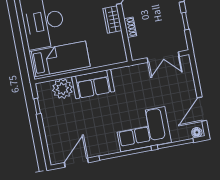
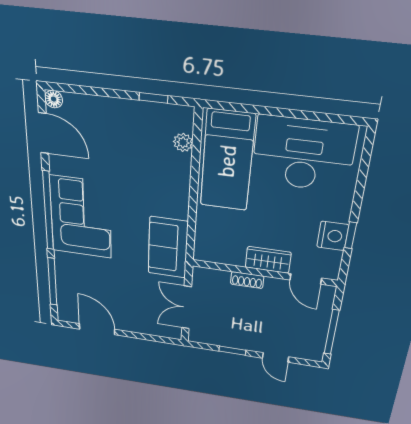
sofa: (93, 84) -> (168, 248), moved
plant: (62, 89) -> (183, 142), width x0.53, depth x0.53
corner sofa: (143, 129) -> (81, 217), moved
floor lamp: (197, 132) -> (54, 99), moved

